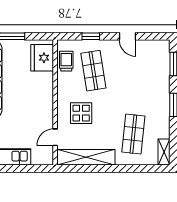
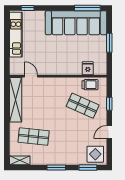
fridge: (42, 58) -> (88, 68), width x0.53, depth x0.75
shop shelf: (93, 71) -> (83, 106), turned 33
display table: (81, 113) -> (95, 154), moved

